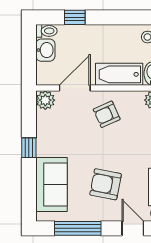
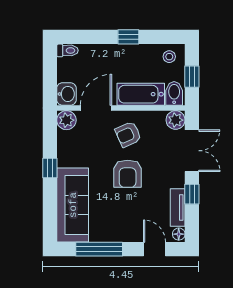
window: (75, 17) -> (128, 37), moved
washbasin: (45, 50) -> (66, 94), moved
sofa: (51, 184) -> (73, 205), width x1.36
armchair: (106, 184) -> (128, 174), moved, turned -101

